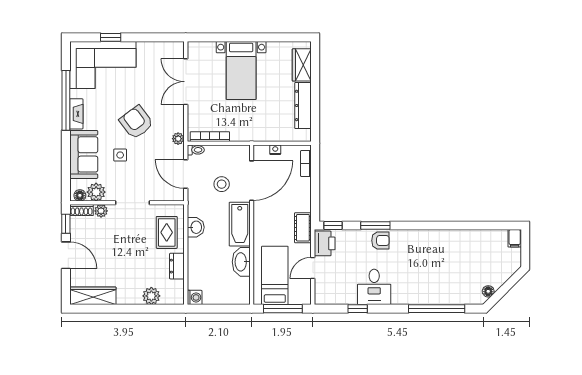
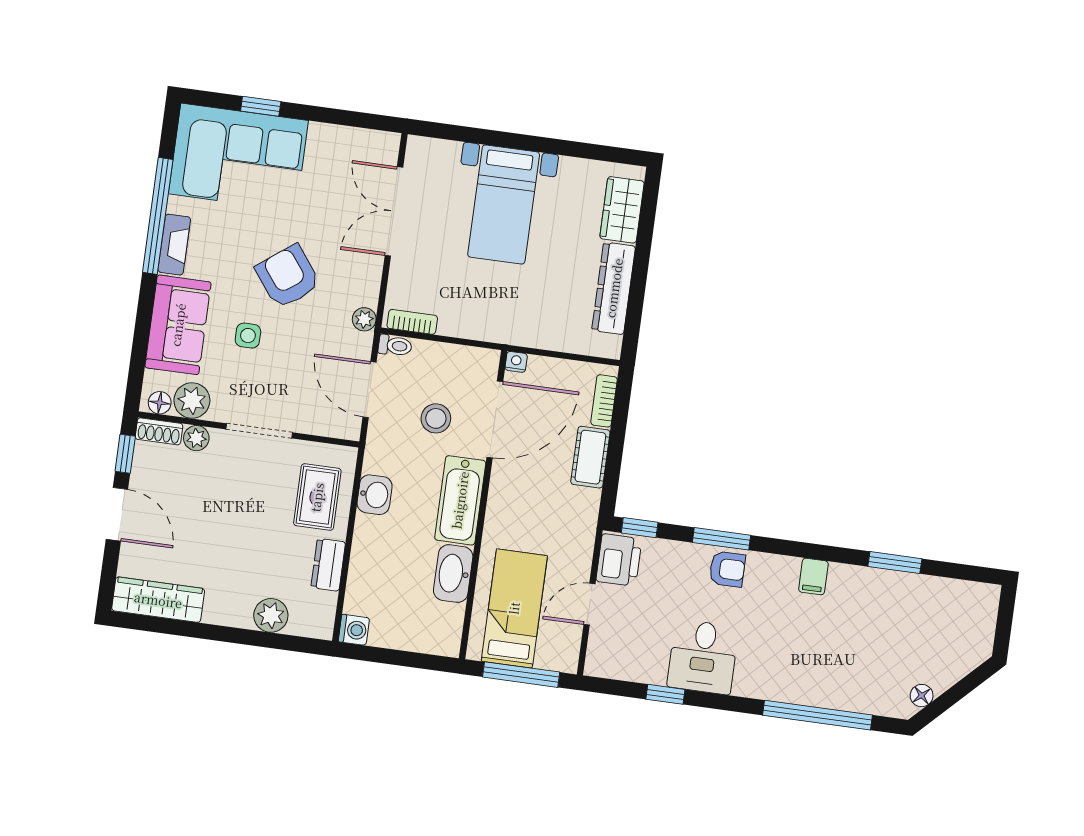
bookcase: (210, 137) -> (412, 322), width x0.64
nightstand: (275, 150) -> (516, 362), moved
window: (465, 226) -> (895, 563), added
cot: (303, 228) -> (590, 457), moved
filing cabinet: (515, 238) -> (813, 577), moved

